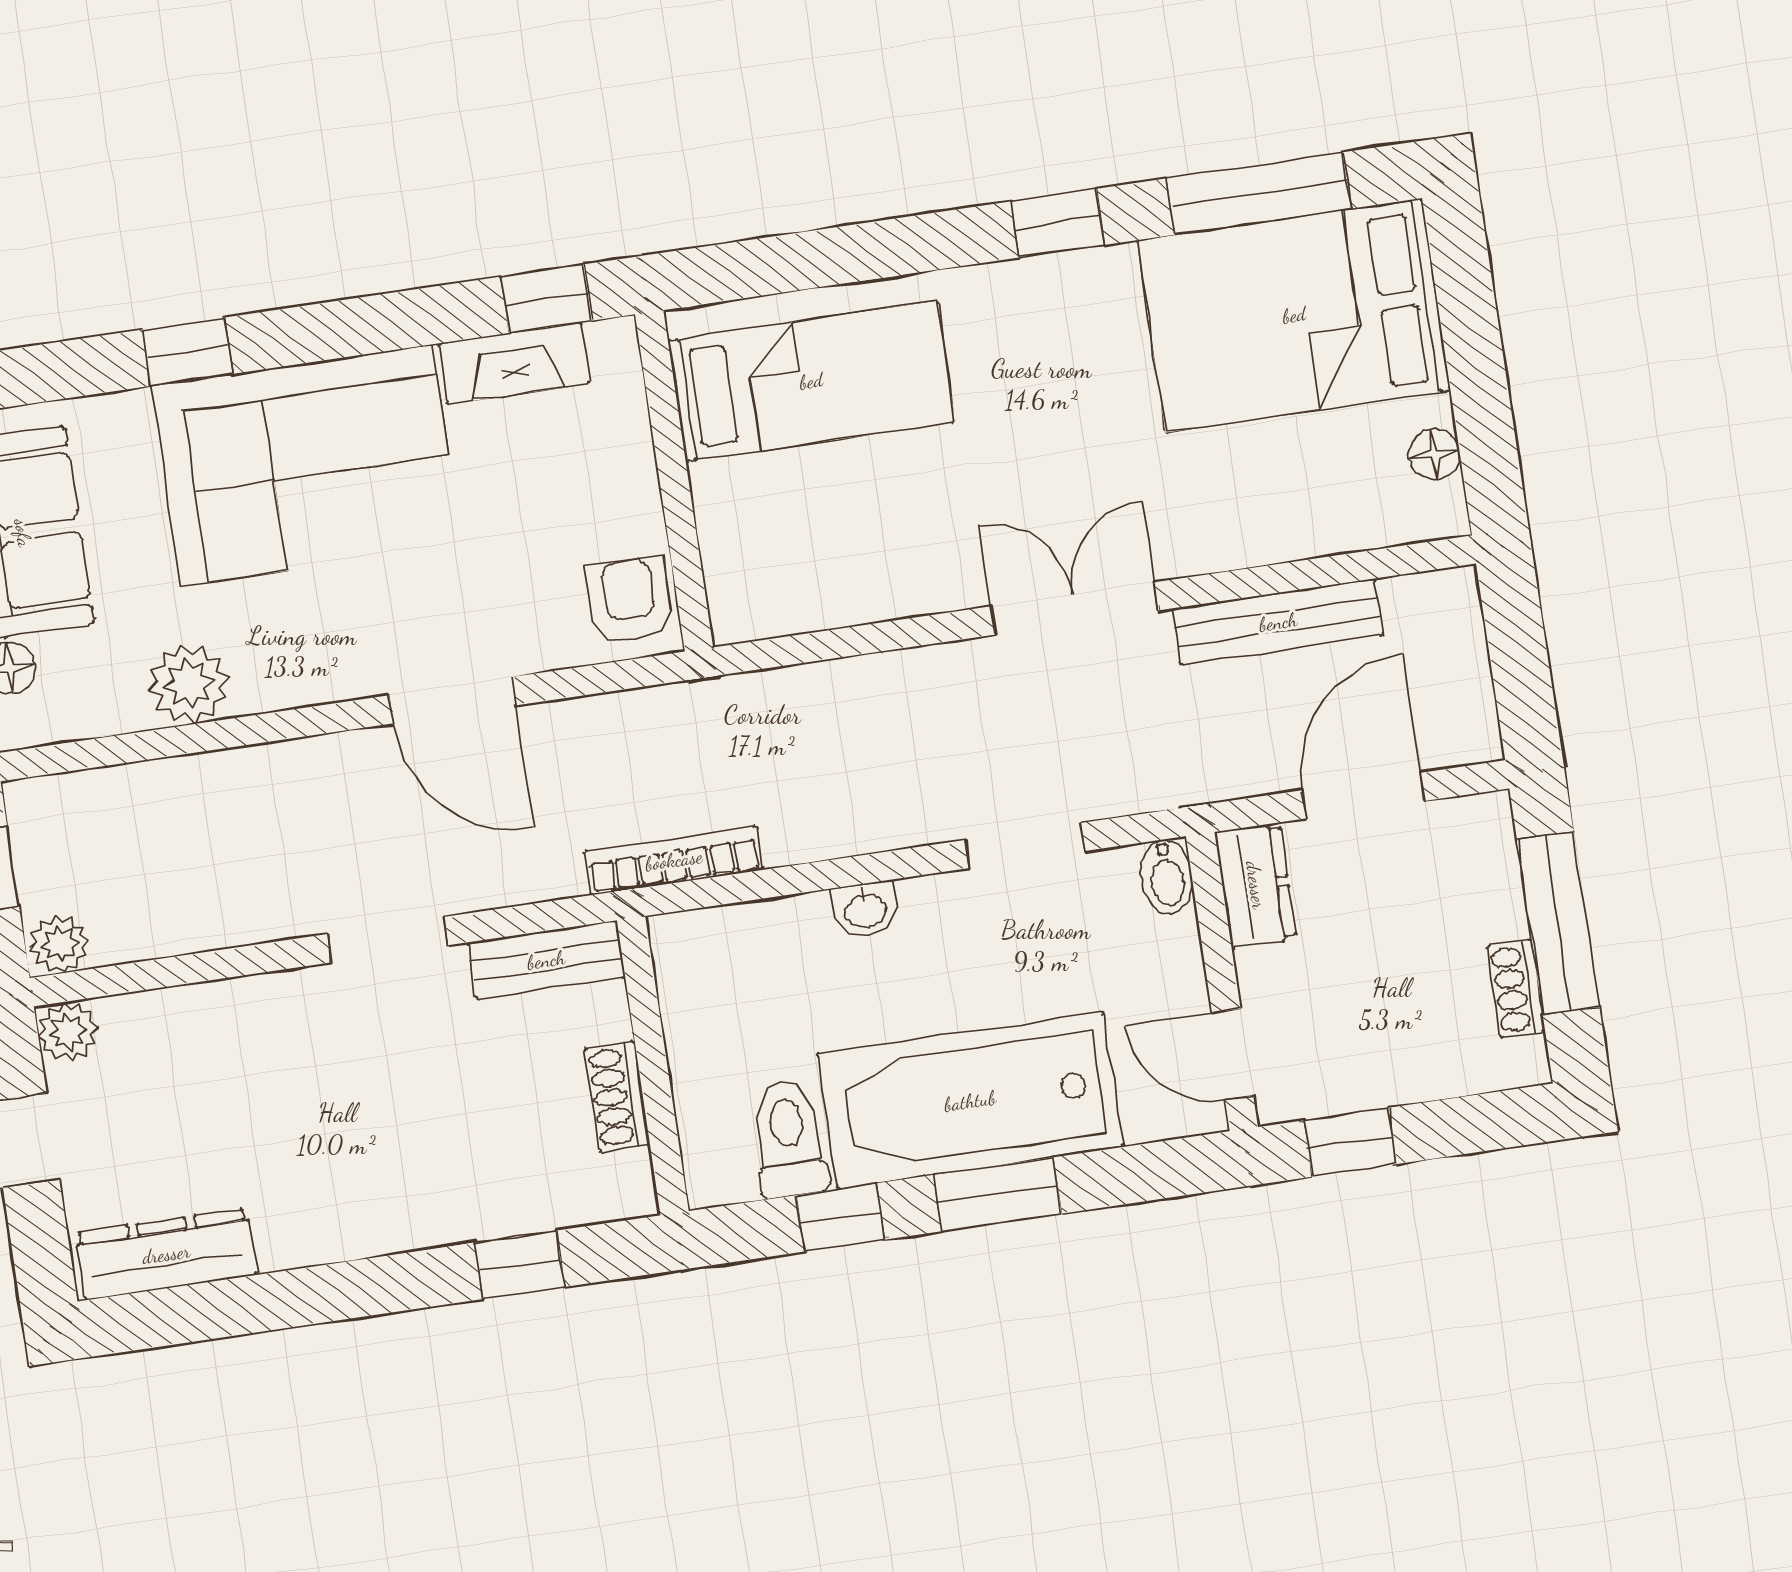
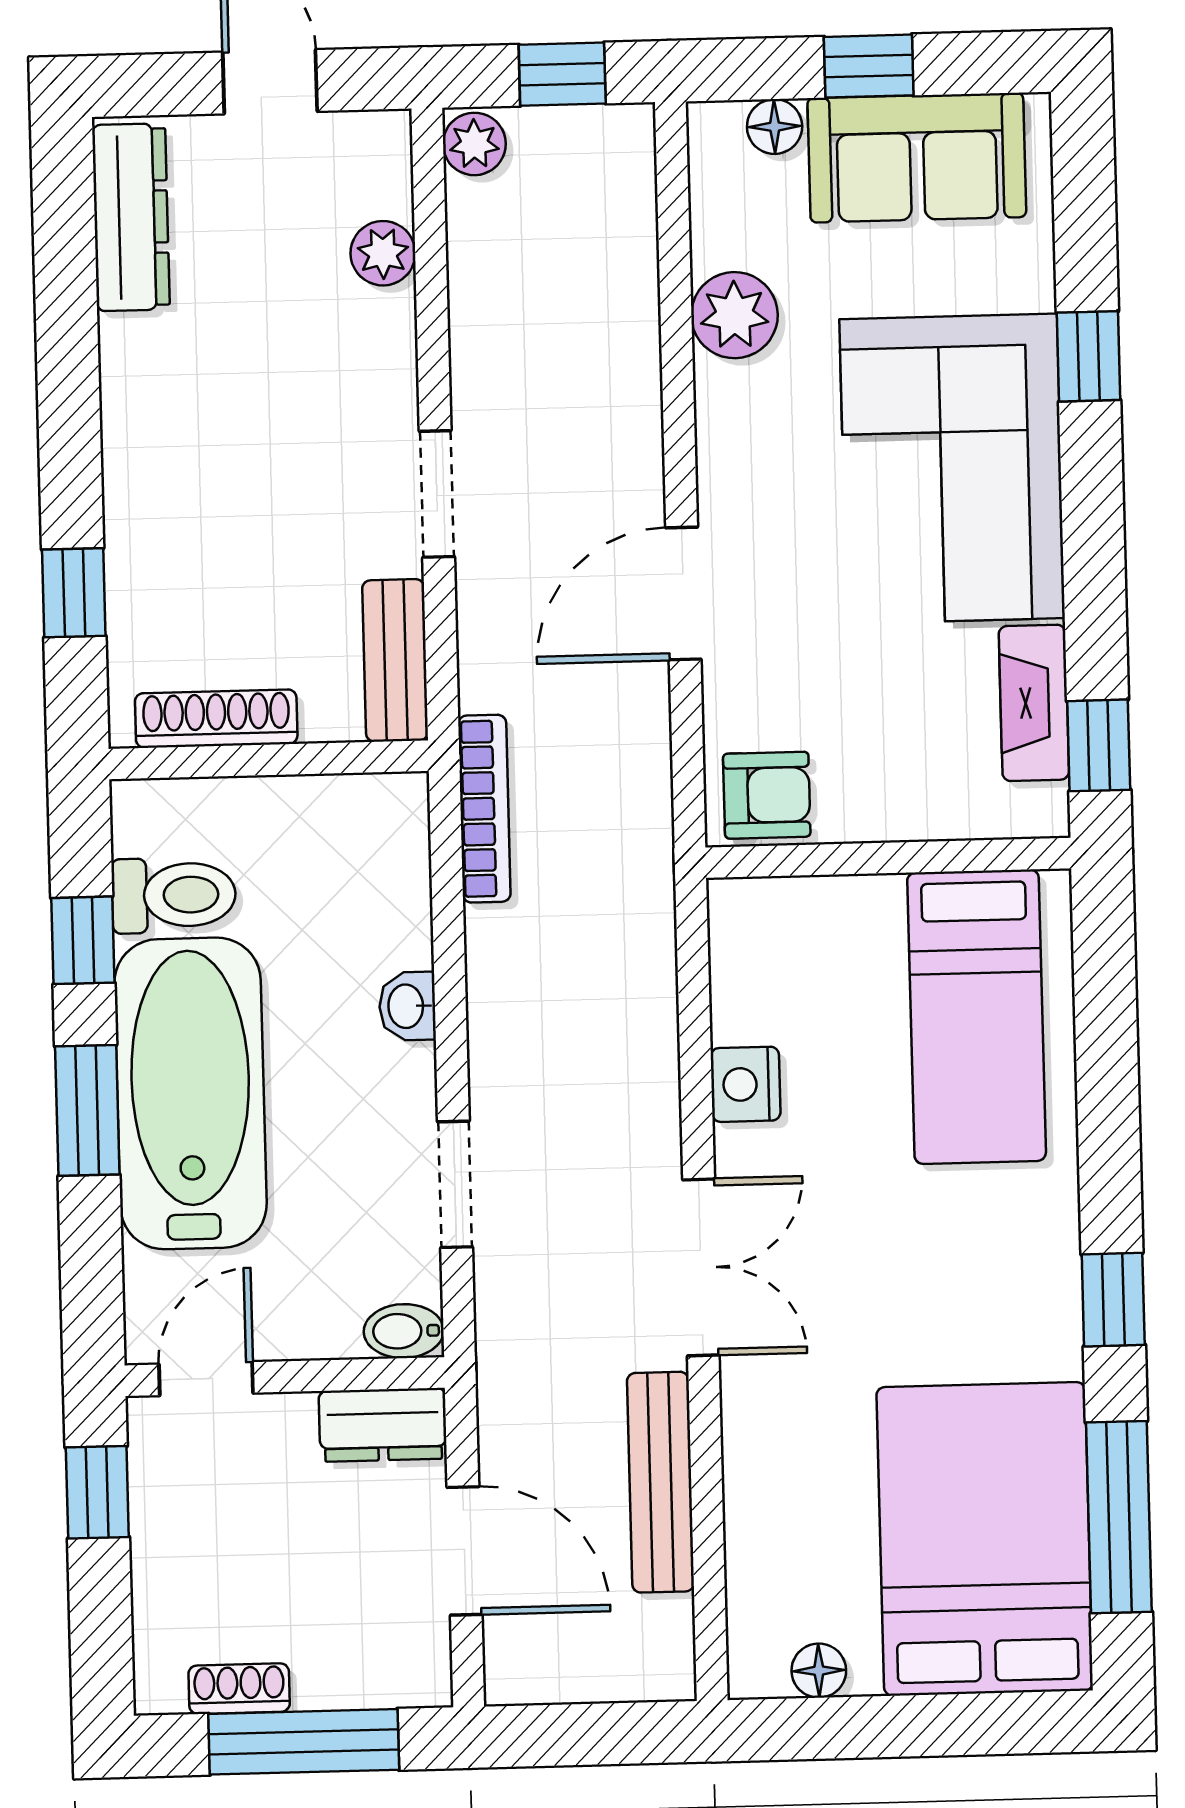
nightstand: (900, 588) -> (745, 1084), added
plant: (68, 1032) -> (383, 253), moved
shoe rack: (617, 1097) -> (216, 719), width x1.43

